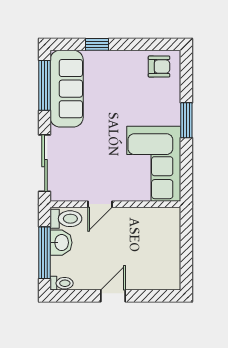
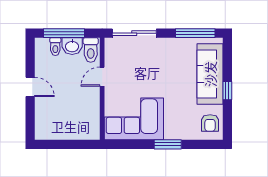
window: (97, 44) -> (227, 91), moved
sofa: (67, 89) -> (210, 74), moved, turned 90
door: (100, 204) -> (102, 77), hinge flipped
toilet: (62, 283) -> (55, 47), moved

